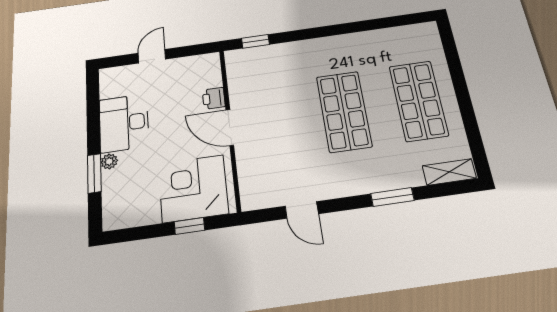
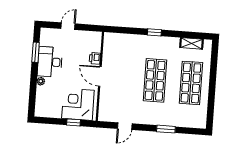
window: (255, 41) -> (154, 32), moved
shelving: (449, 172) -> (191, 43), moved
window: (94, 173) -> (36, 52), moved
door: (302, 210) -> (125, 126), hinge flipped

